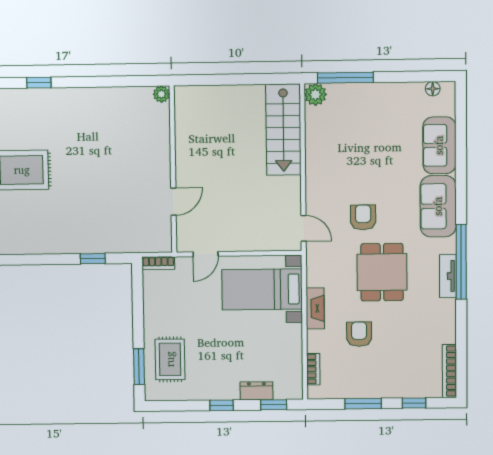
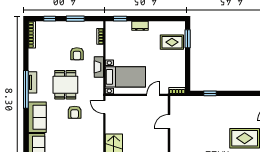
rug: (170, 359) -> (172, 42), turned 90
dresser: (256, 391) -> (140, 26), moved
window: (222, 405) -> (146, 19), removed

